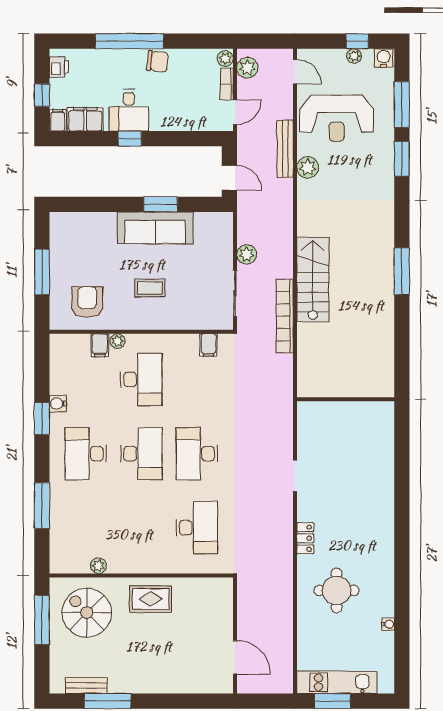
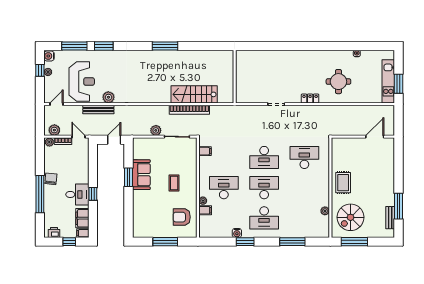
sofa: (155, 228) -> (141, 175), width x0.73
stairs: (313, 279) -> (194, 94), moved

